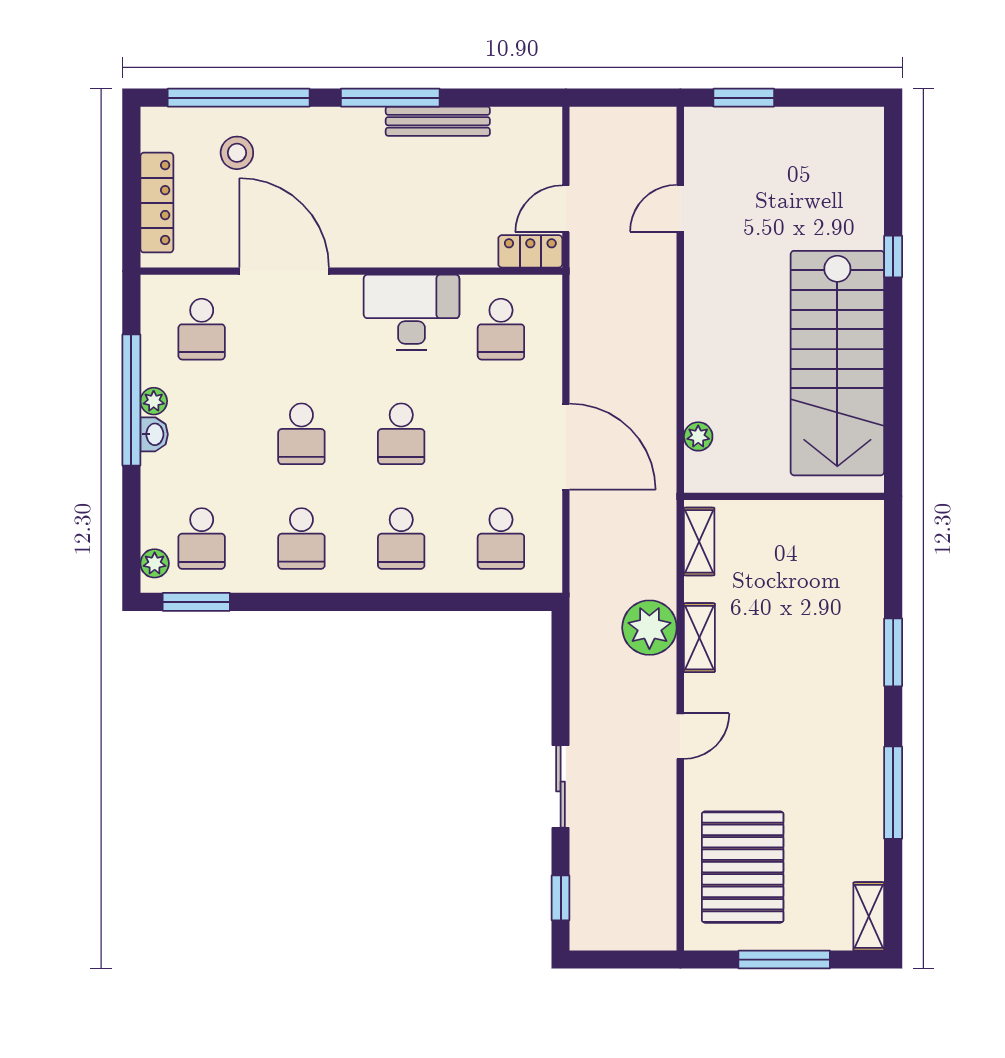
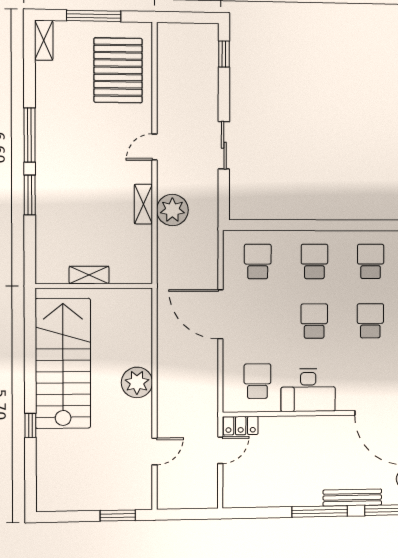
bench: (438, 121) -> (352, 498), moved
plant: (698, 436) -> (137, 382), moved, width x1.87, depth x1.87
shelving: (699, 541) -> (89, 275), moved, turned 90
sliding door: (561, 787) -> (224, 145), moved
window: (893, 793) -> (30, 135), moved

